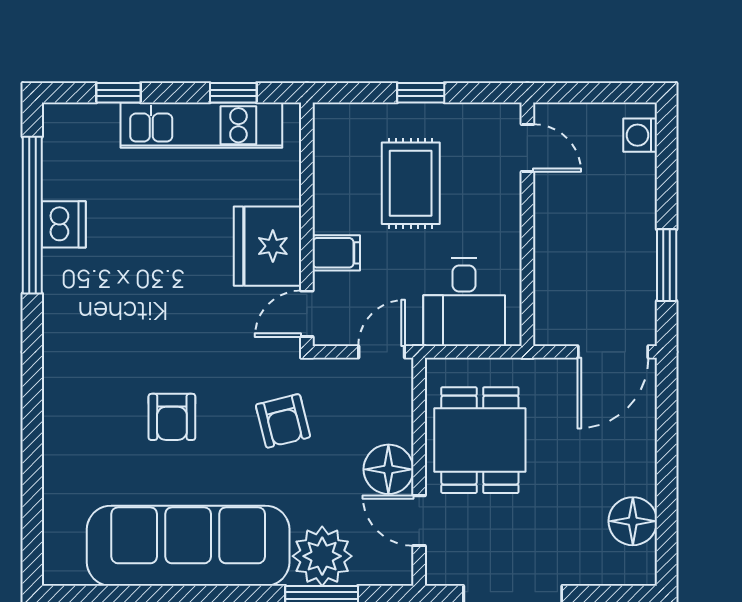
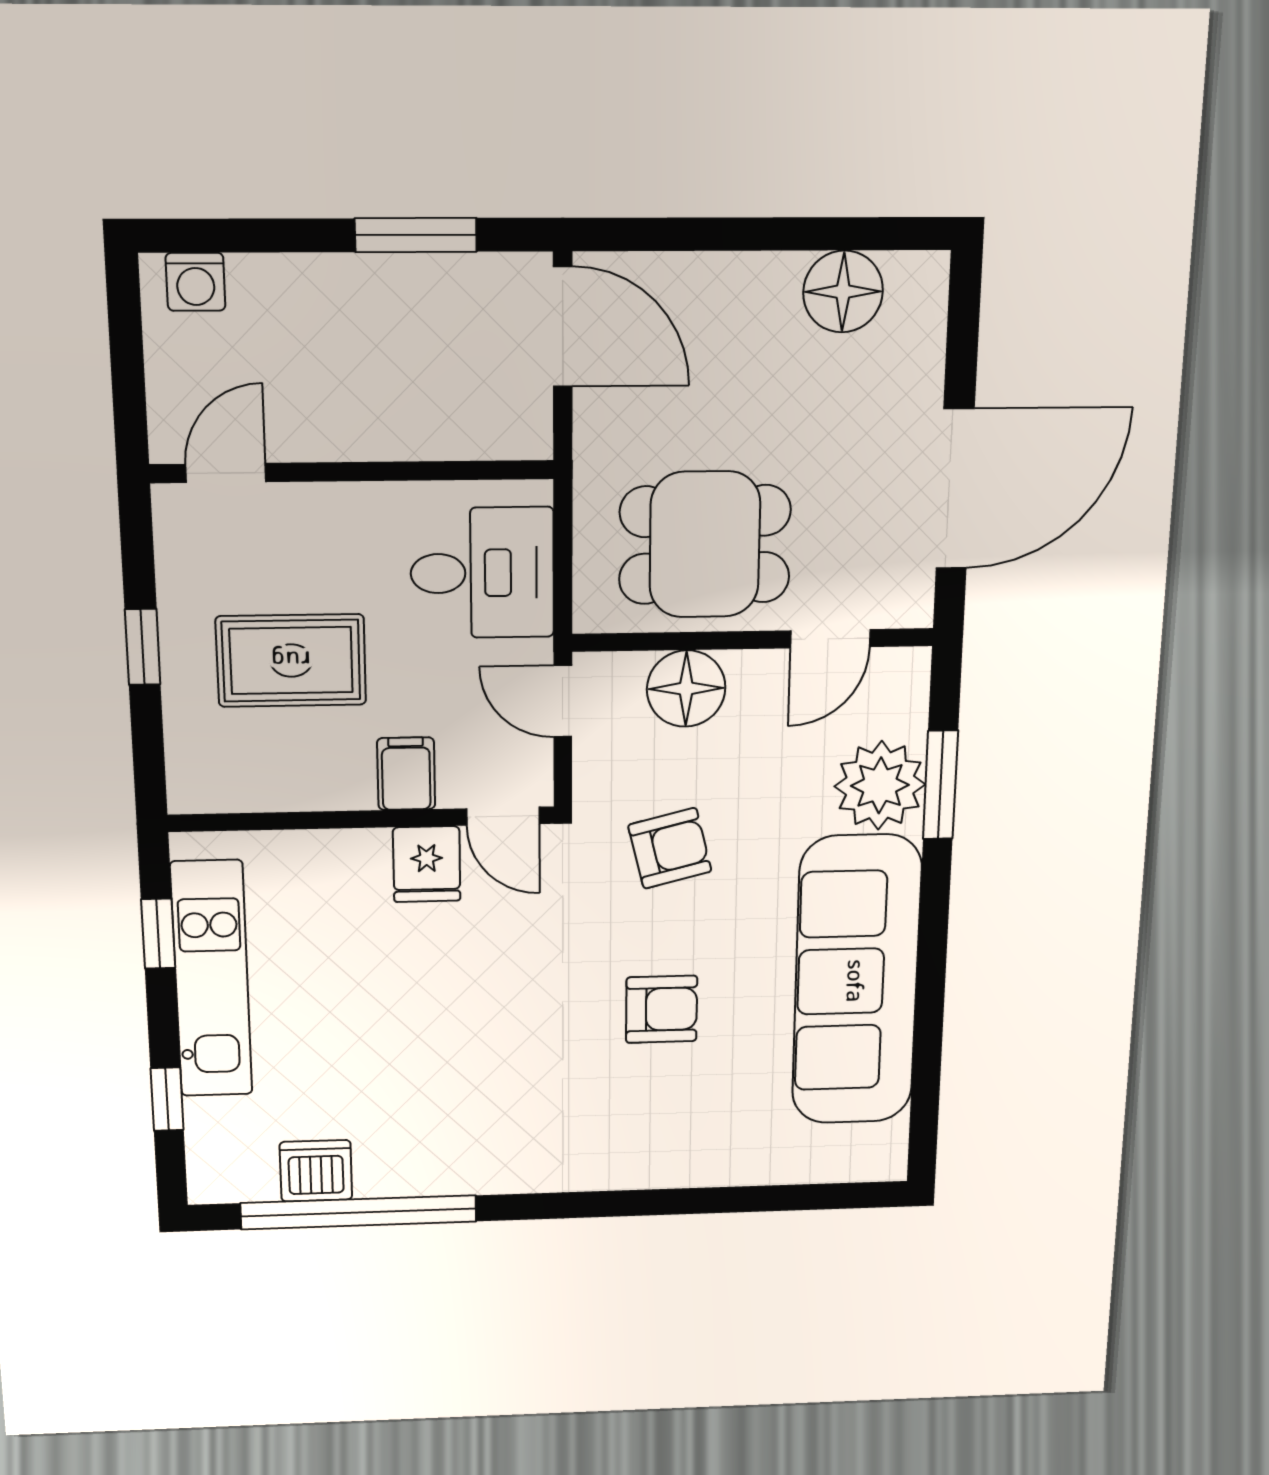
dishwasher: (64, 224) -> (316, 1171), moved
fridge: (267, 246) -> (427, 864), width x0.53, depth x0.75
floor lamp: (388, 469) -> (686, 689), moved

